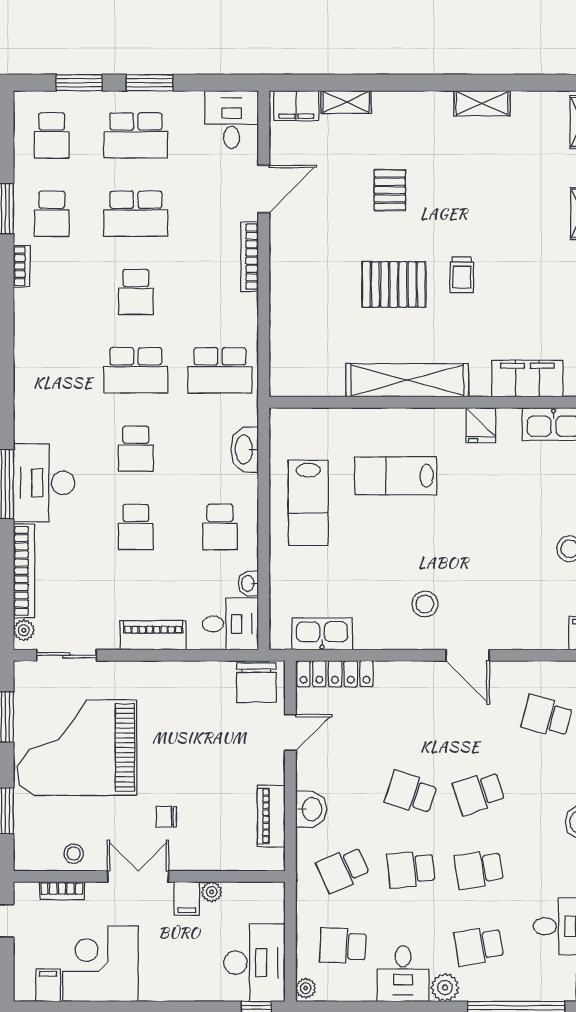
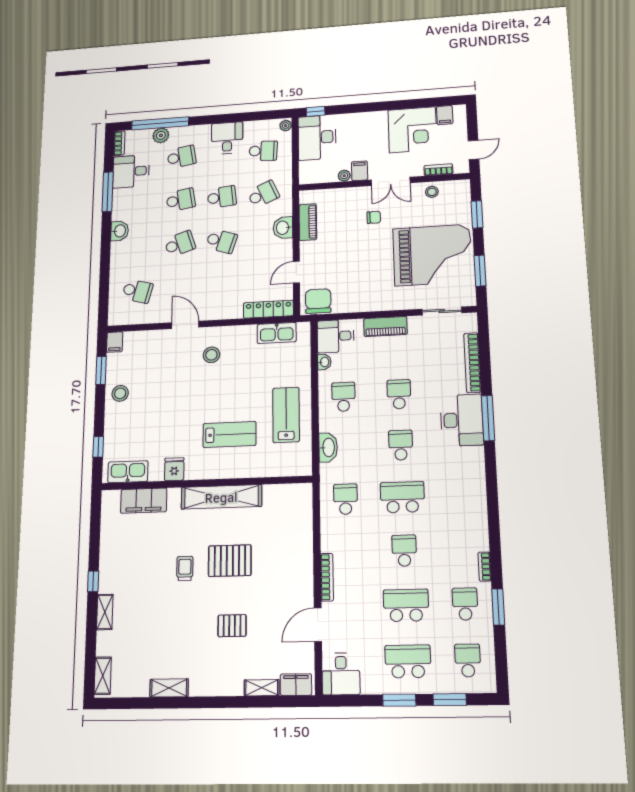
pallet: (390, 190) -> (232, 626), turned 90
school desk: (220, 370) -> (345, 499), width x0.54
plant: (24, 630) -> (471, 325), removed
plant: (445, 988) -> (161, 135), moved

